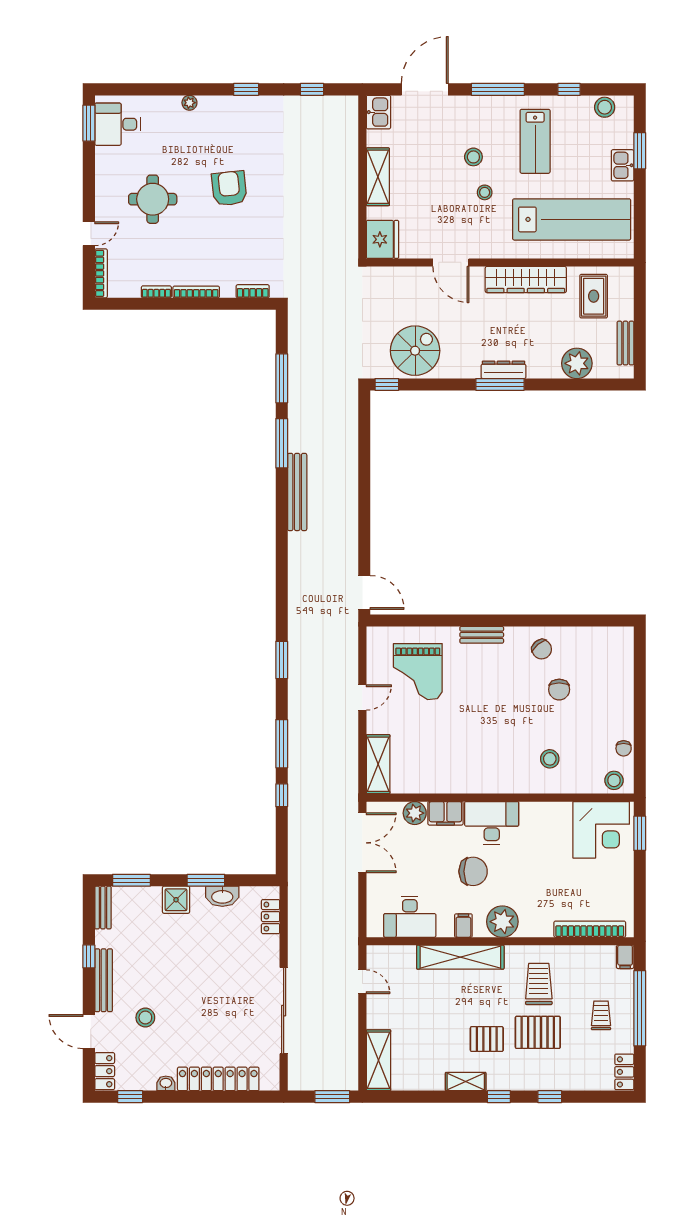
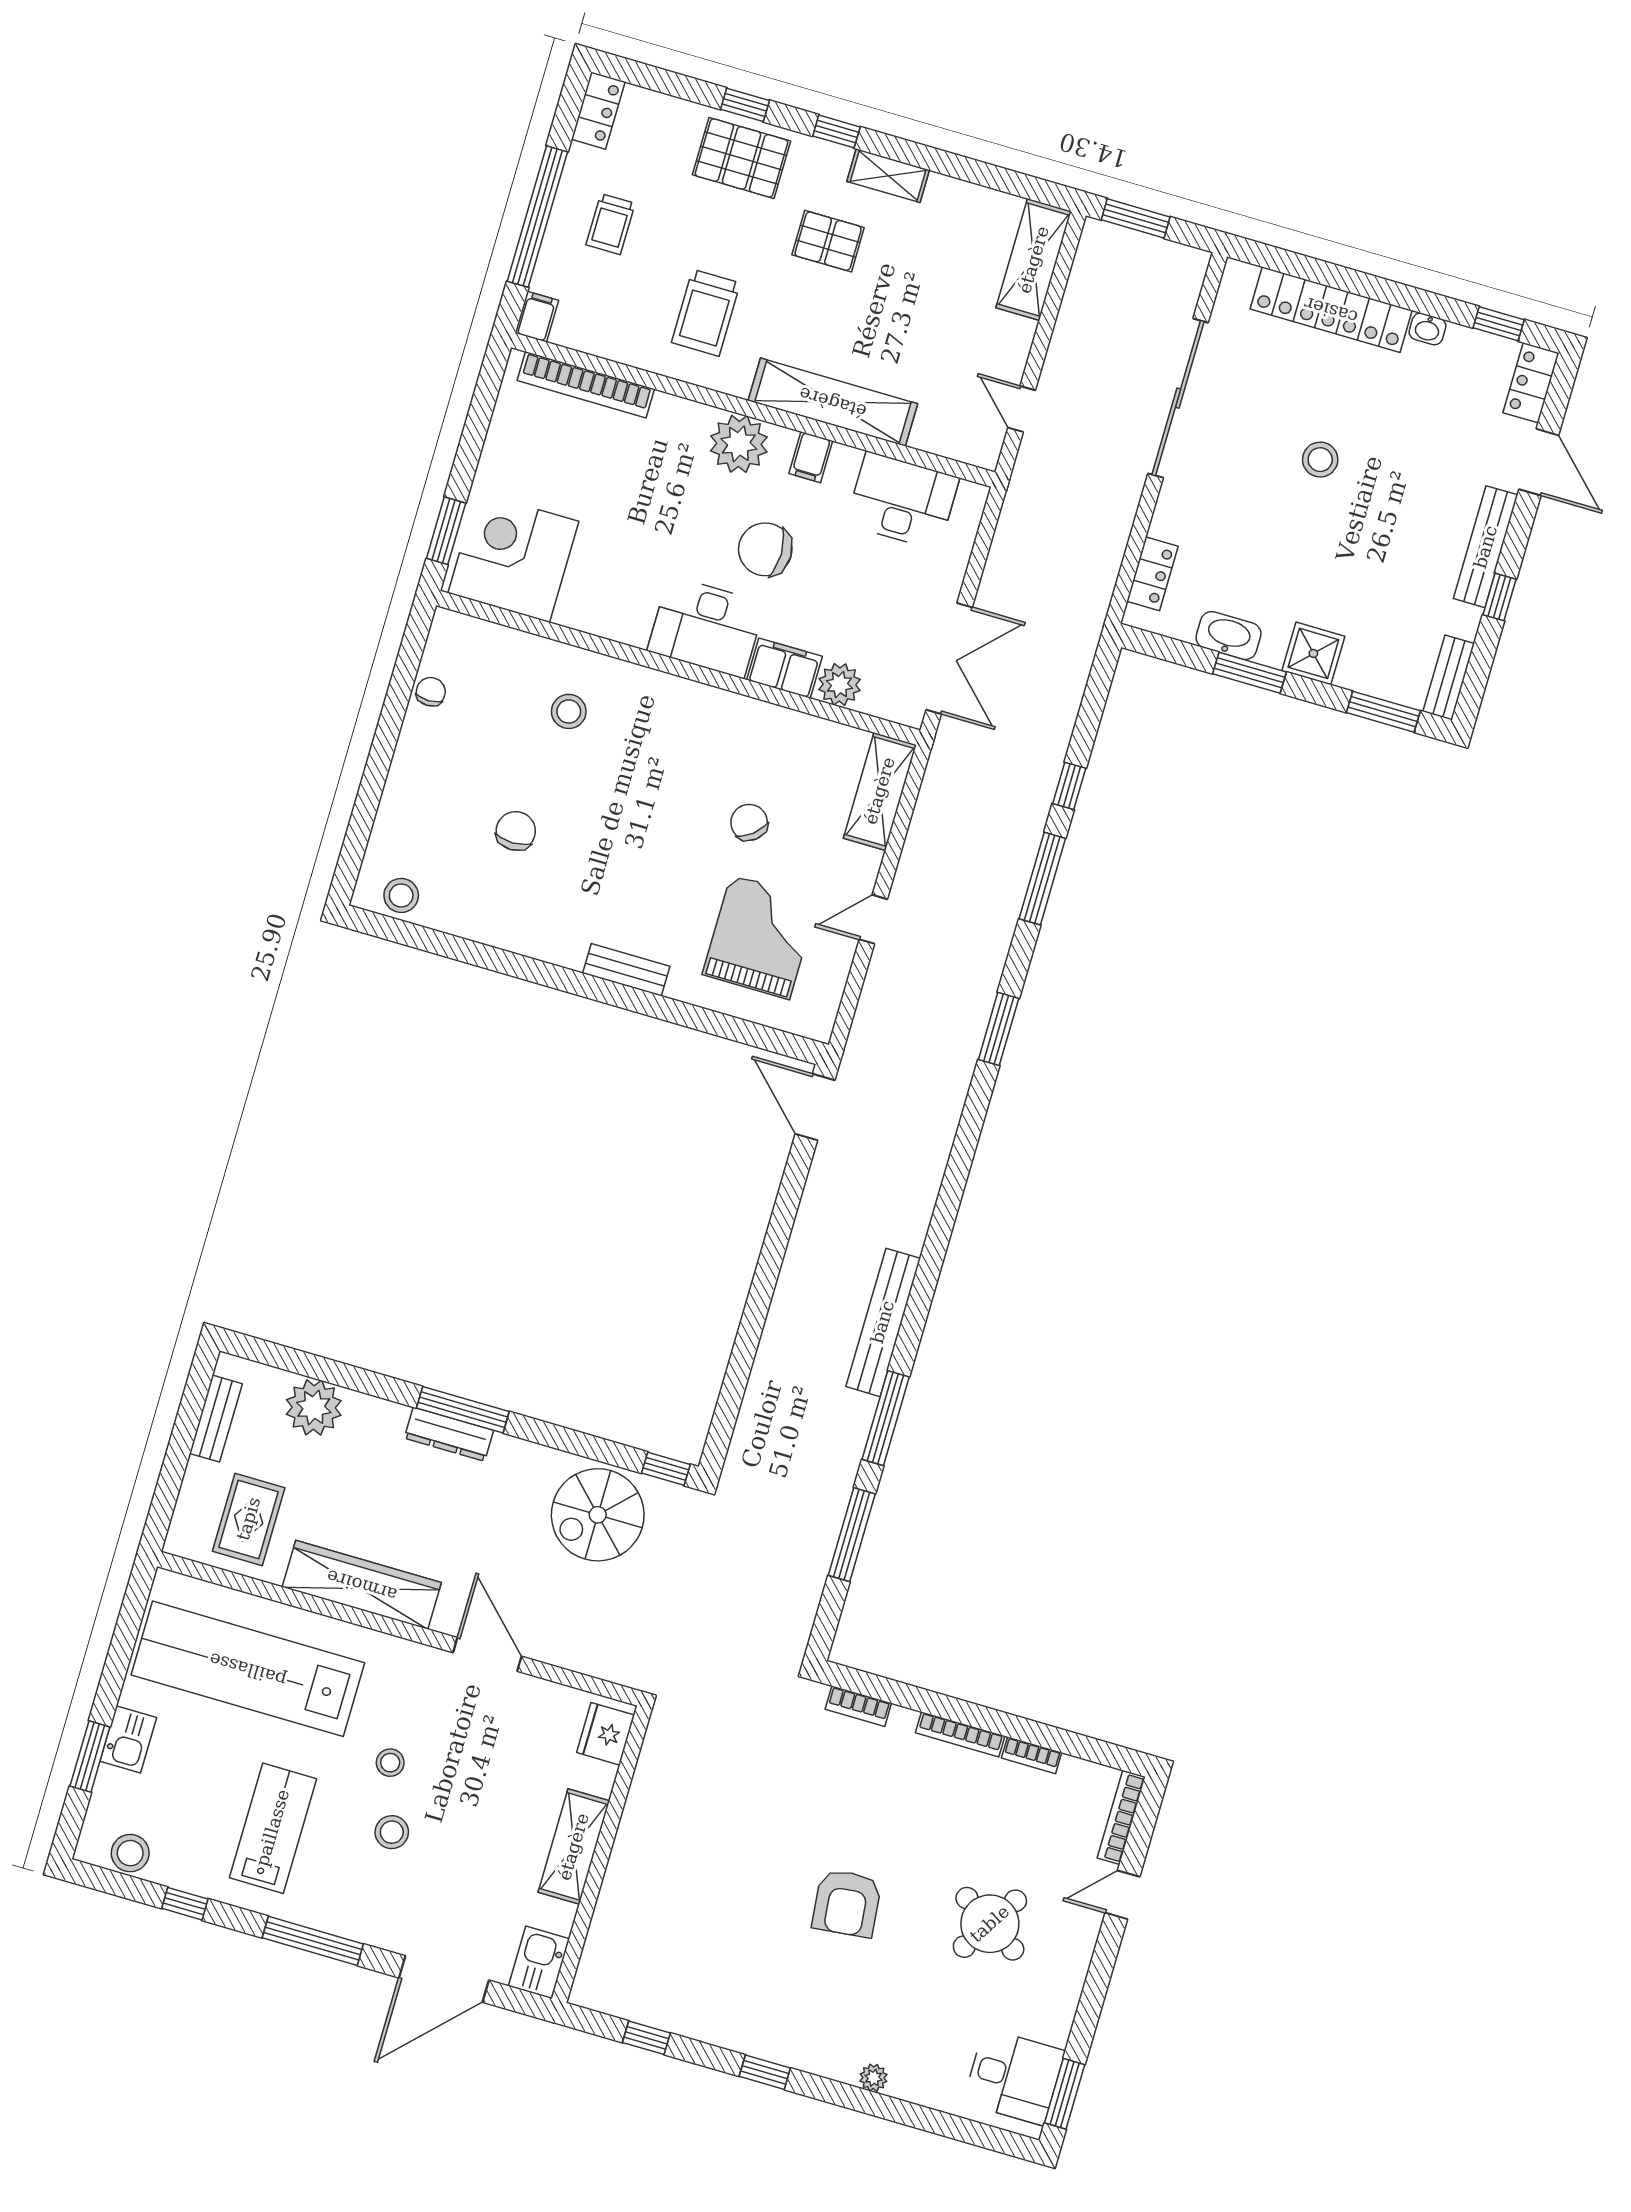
round table: (153, 199) -> (990, 1924), turned 32
fridge: (382, 239) -> (606, 1734), width x0.73, depth x0.75
chair: (542, 649) -> (749, 822), moved
stool: (614, 780) -> (401, 895), moved
double door: (362, 843) -> (949, 659), swing flipped
stool: (145, 1018) -> (1320, 460), moved
pallet: (538, 1032) -> (741, 158), moved

